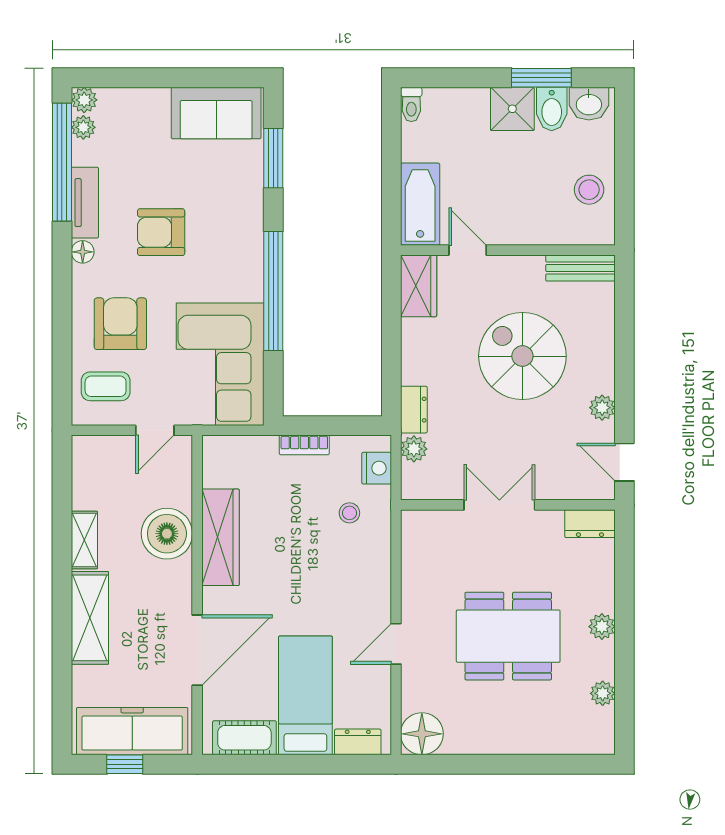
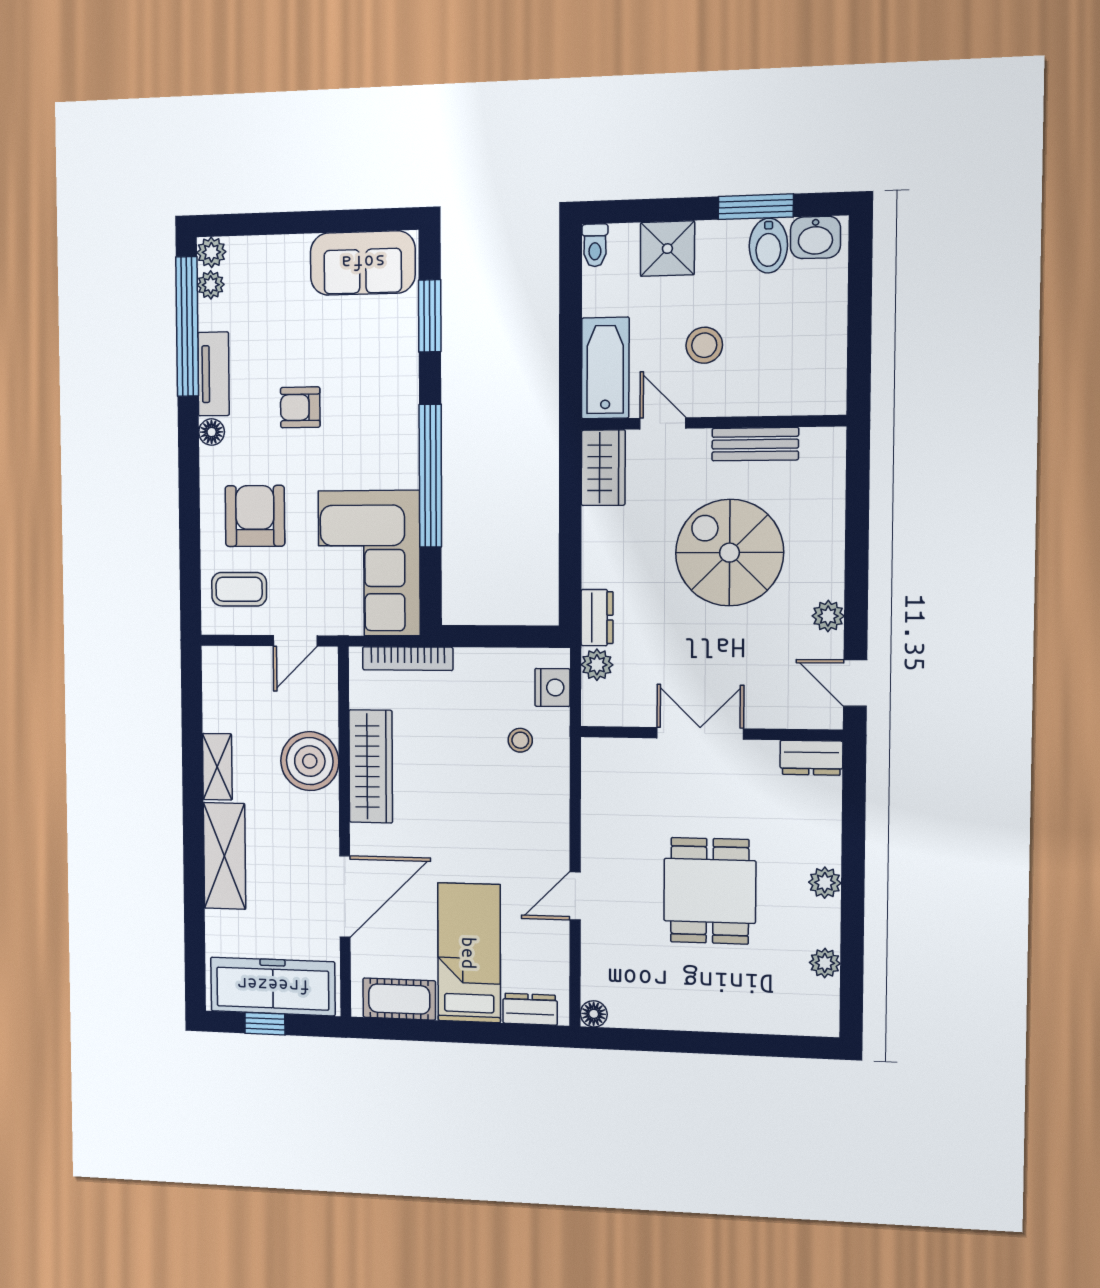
shower: (512, 109) -> (667, 249), moved
stool: (589, 190) -> (704, 345), moved
armchair: (161, 232) -> (300, 407), width x0.72, depth x0.72
bench: (580, 268) -> (755, 444), moved
bookcase: (304, 445) -> (408, 659), moved, width x1.56
dining table: (508, 636) -> (710, 891), width x0.73
floor lamp: (422, 734) -> (594, 1014), width x0.53, depth x0.53

